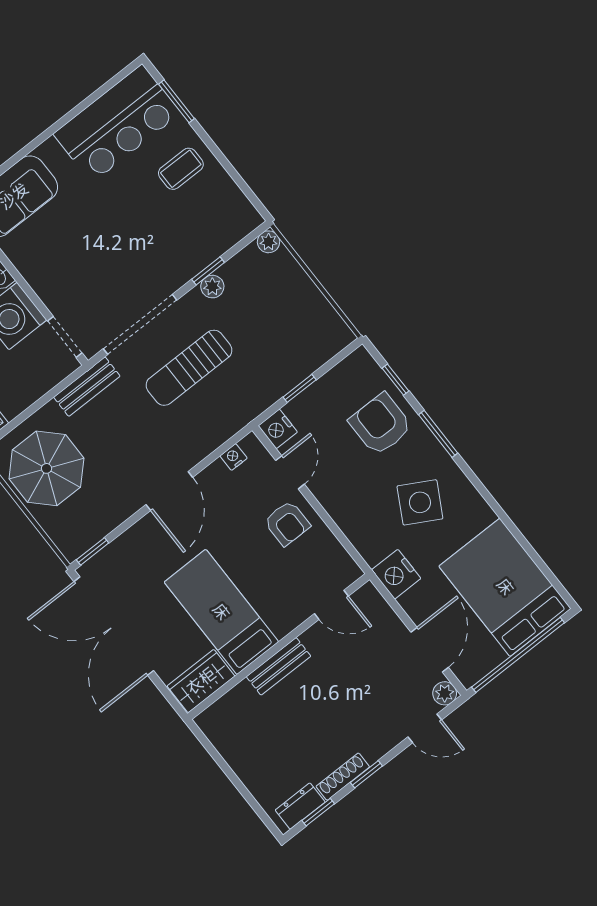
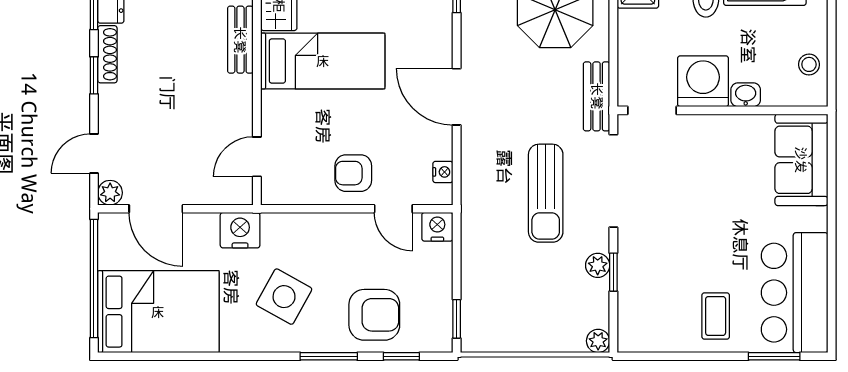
sun lounger: (189, 368) -> (546, 193), turned 180
window: (300, 388) -> (457, 319), moved
bench: (279, 666) -> (240, 40), moved

